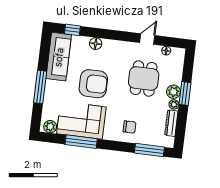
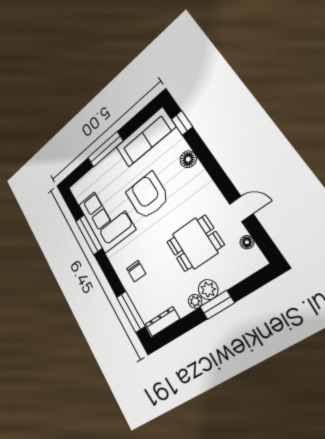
armchair: (93, 84) -> (148, 196), turned 180
dresser: (171, 123) -> (162, 322), moved
plant: (50, 127) -> (80, 193), removed

